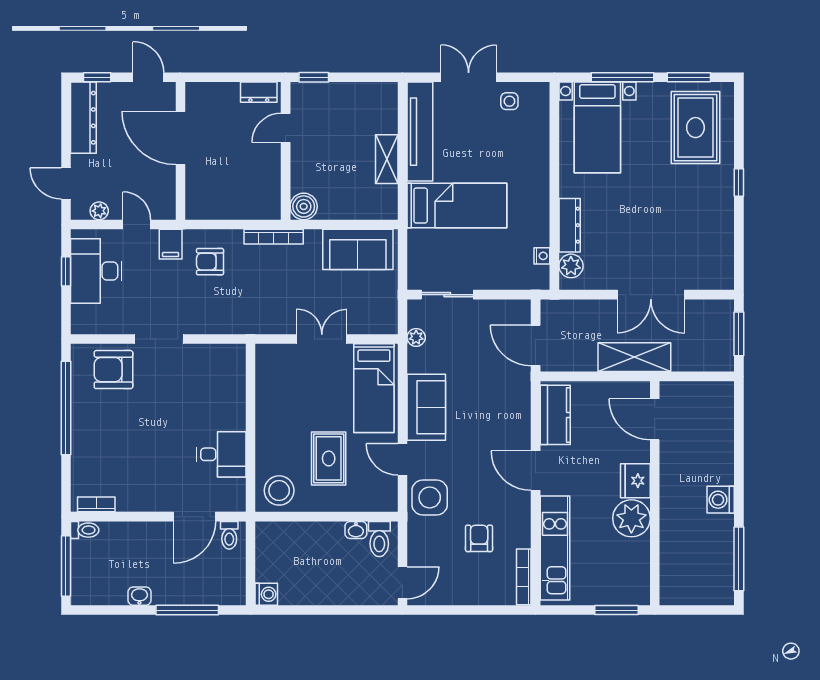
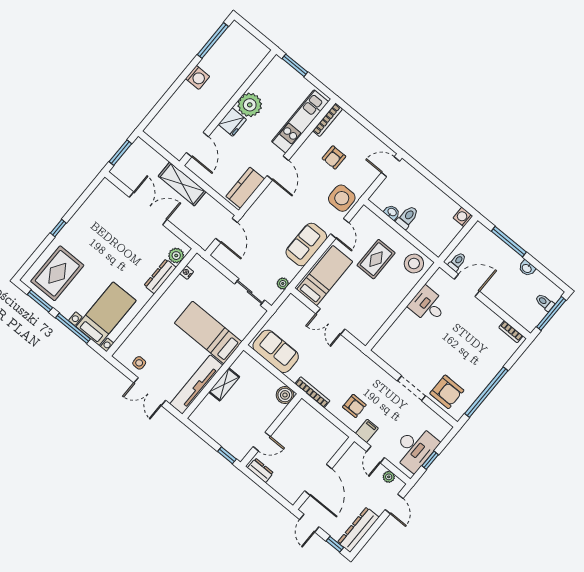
toilet: (85, 530) -> (545, 302), moved
toilet: (379, 539) -> (407, 217), moved

